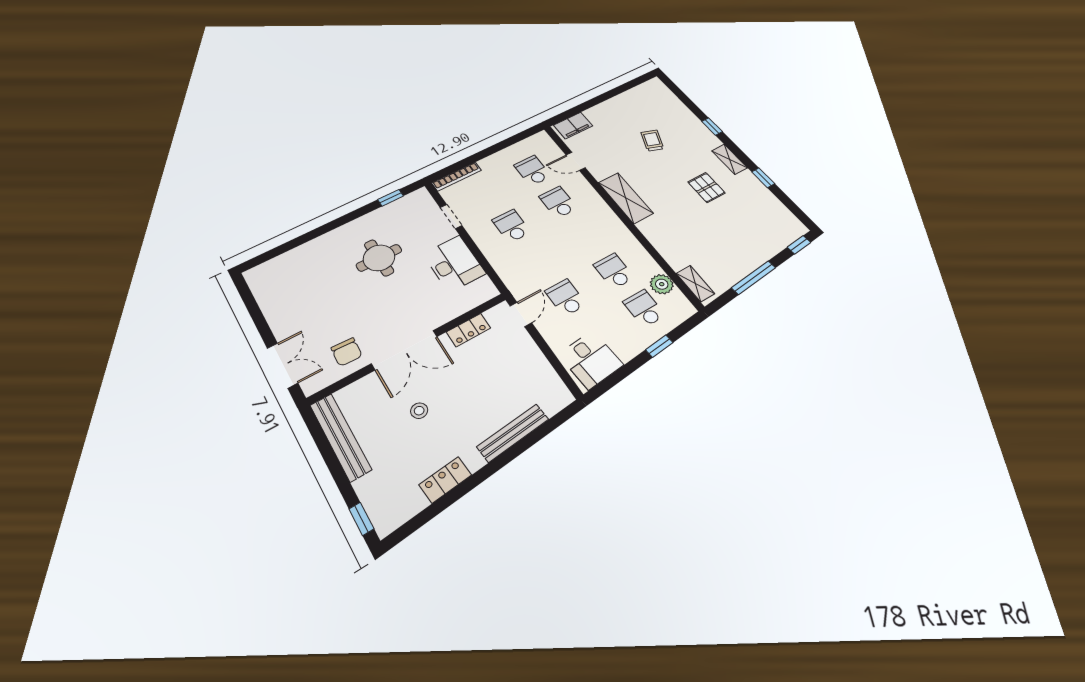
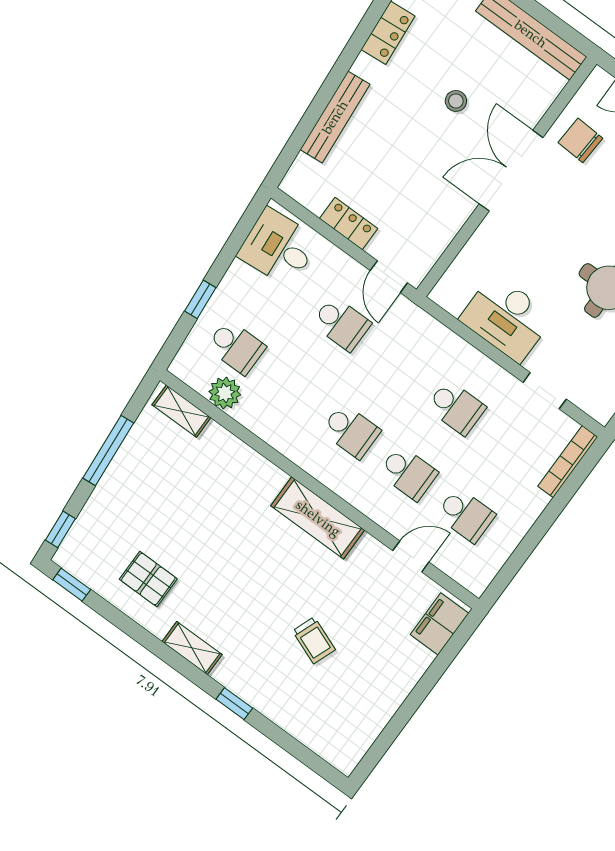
window: (763, 178) -> (72, 585), moved
pallet: (706, 187) -> (148, 579), moved
school desk: (614, 271) -> (351, 431), moved
locker: (468, 330) -> (349, 223), moved, turned 90

